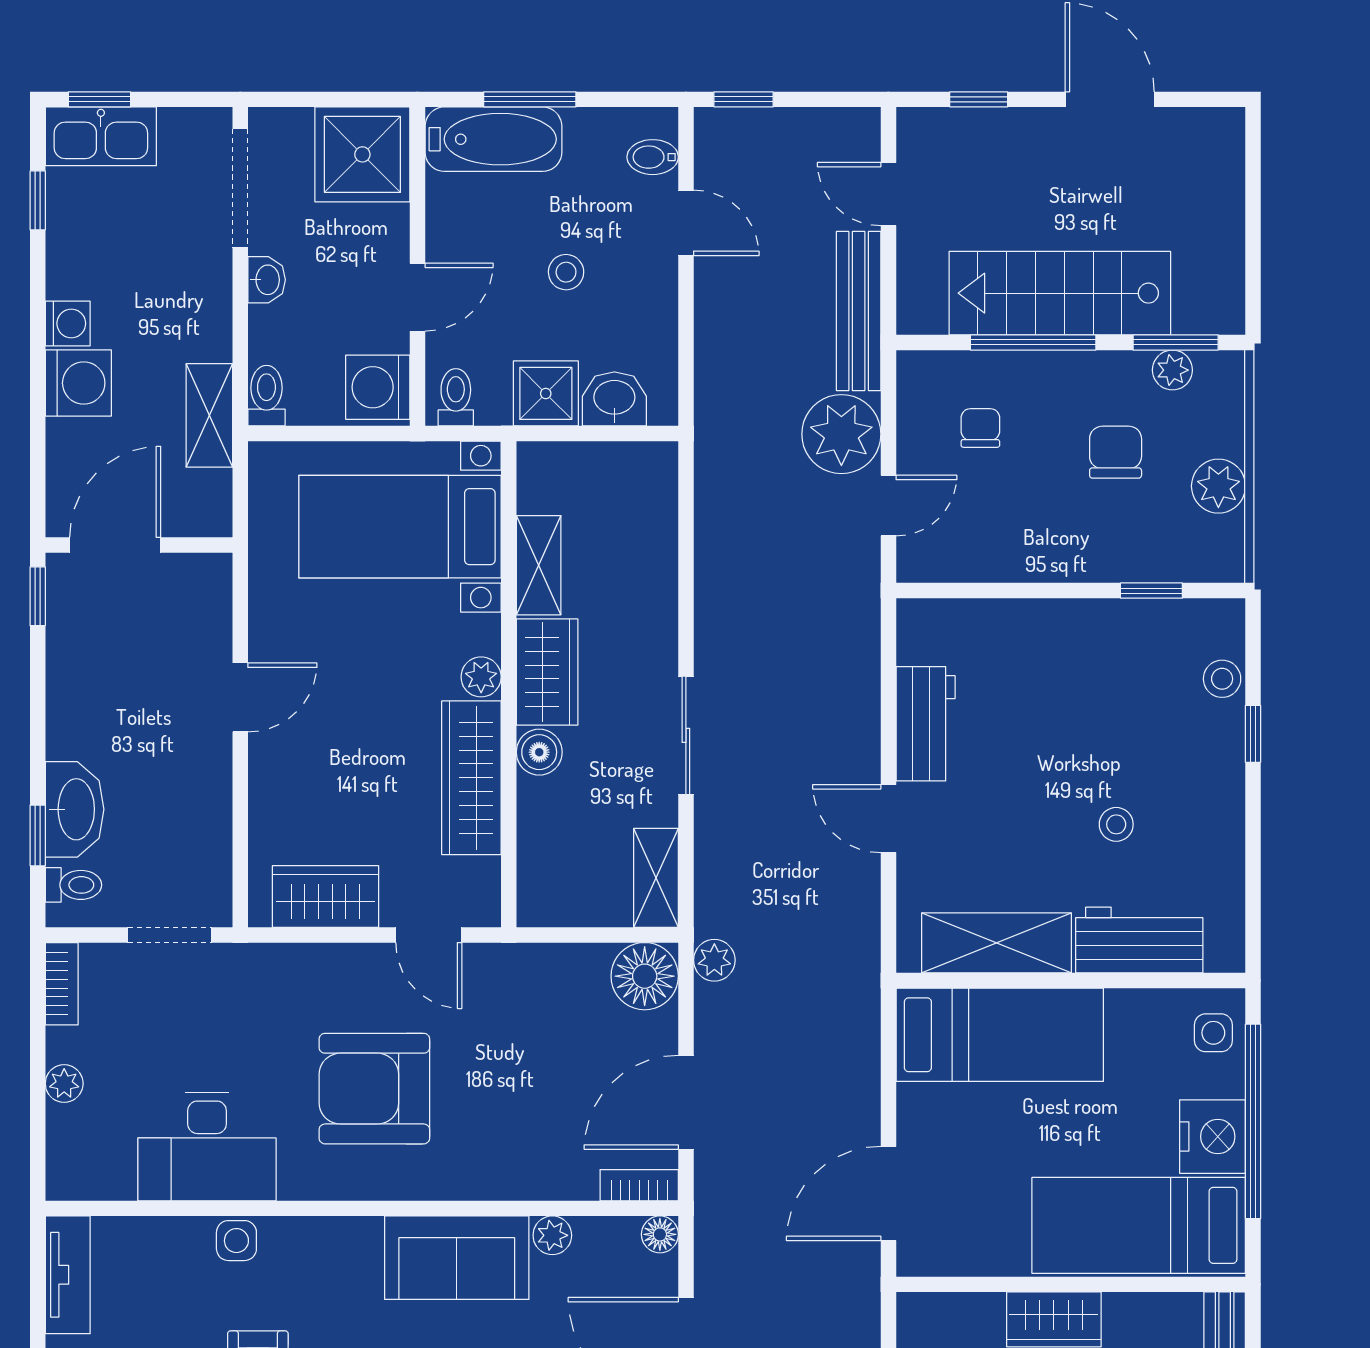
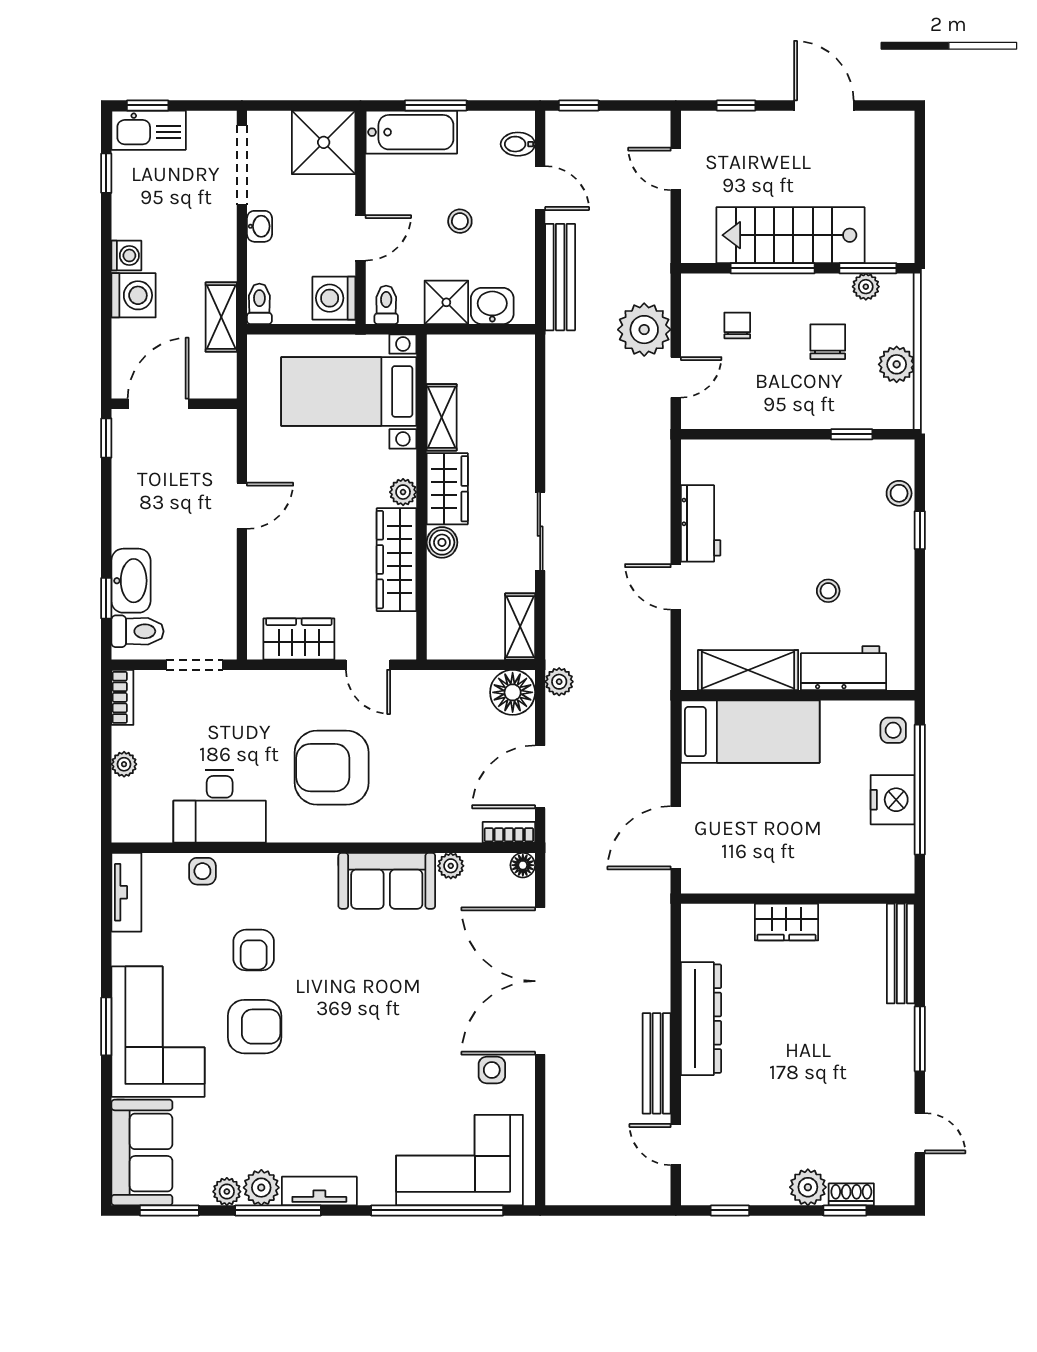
bench: (859, 311) -> (560, 277), moved
toilet: (73, 885) -> (137, 631), width x1.37, depth x1.39
bed: (1139, 1225) -> (843, 859), removed
side table: (236, 1241) -> (202, 871), moved

